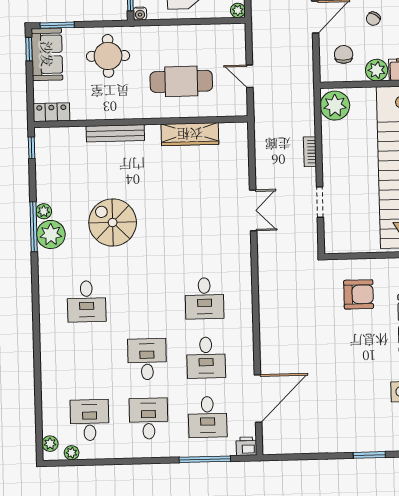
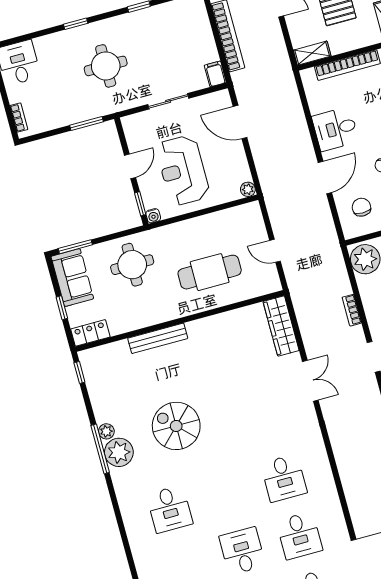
window: (29, 49) -> (62, 308), moved
wardrobe: (190, 134) -> (281, 326), moved, turned 90

